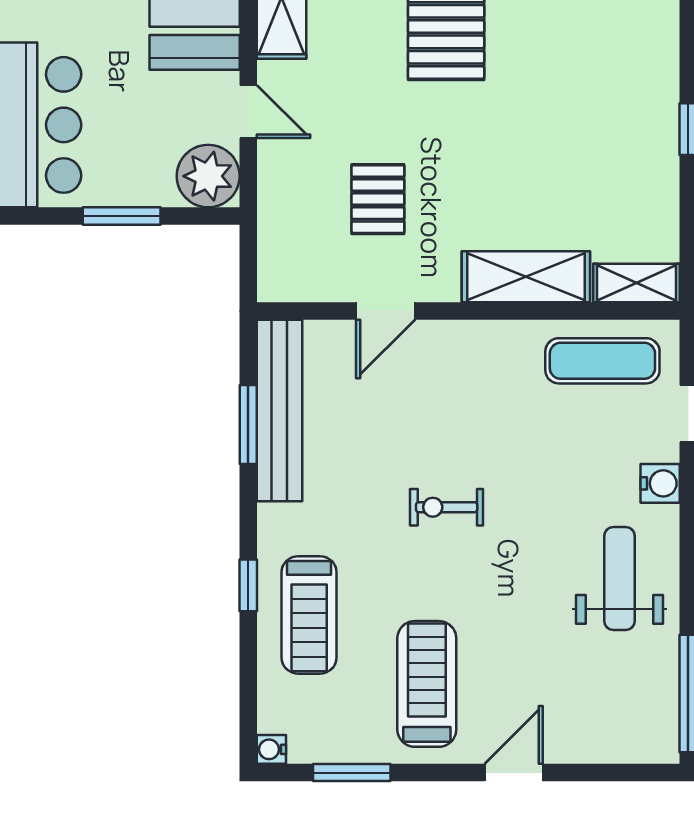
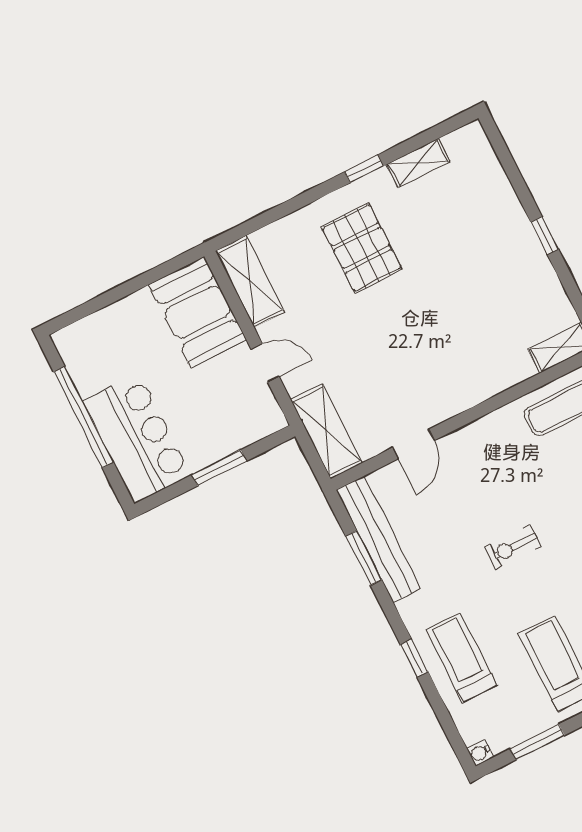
plant: (208, 176) -> (261, 416), removed
pallet: (378, 199) -> (373, 377), removed
shelving: (526, 277) -> (326, 431), moved, turned 90
treadmill: (309, 615) -> (461, 657), turned 180

